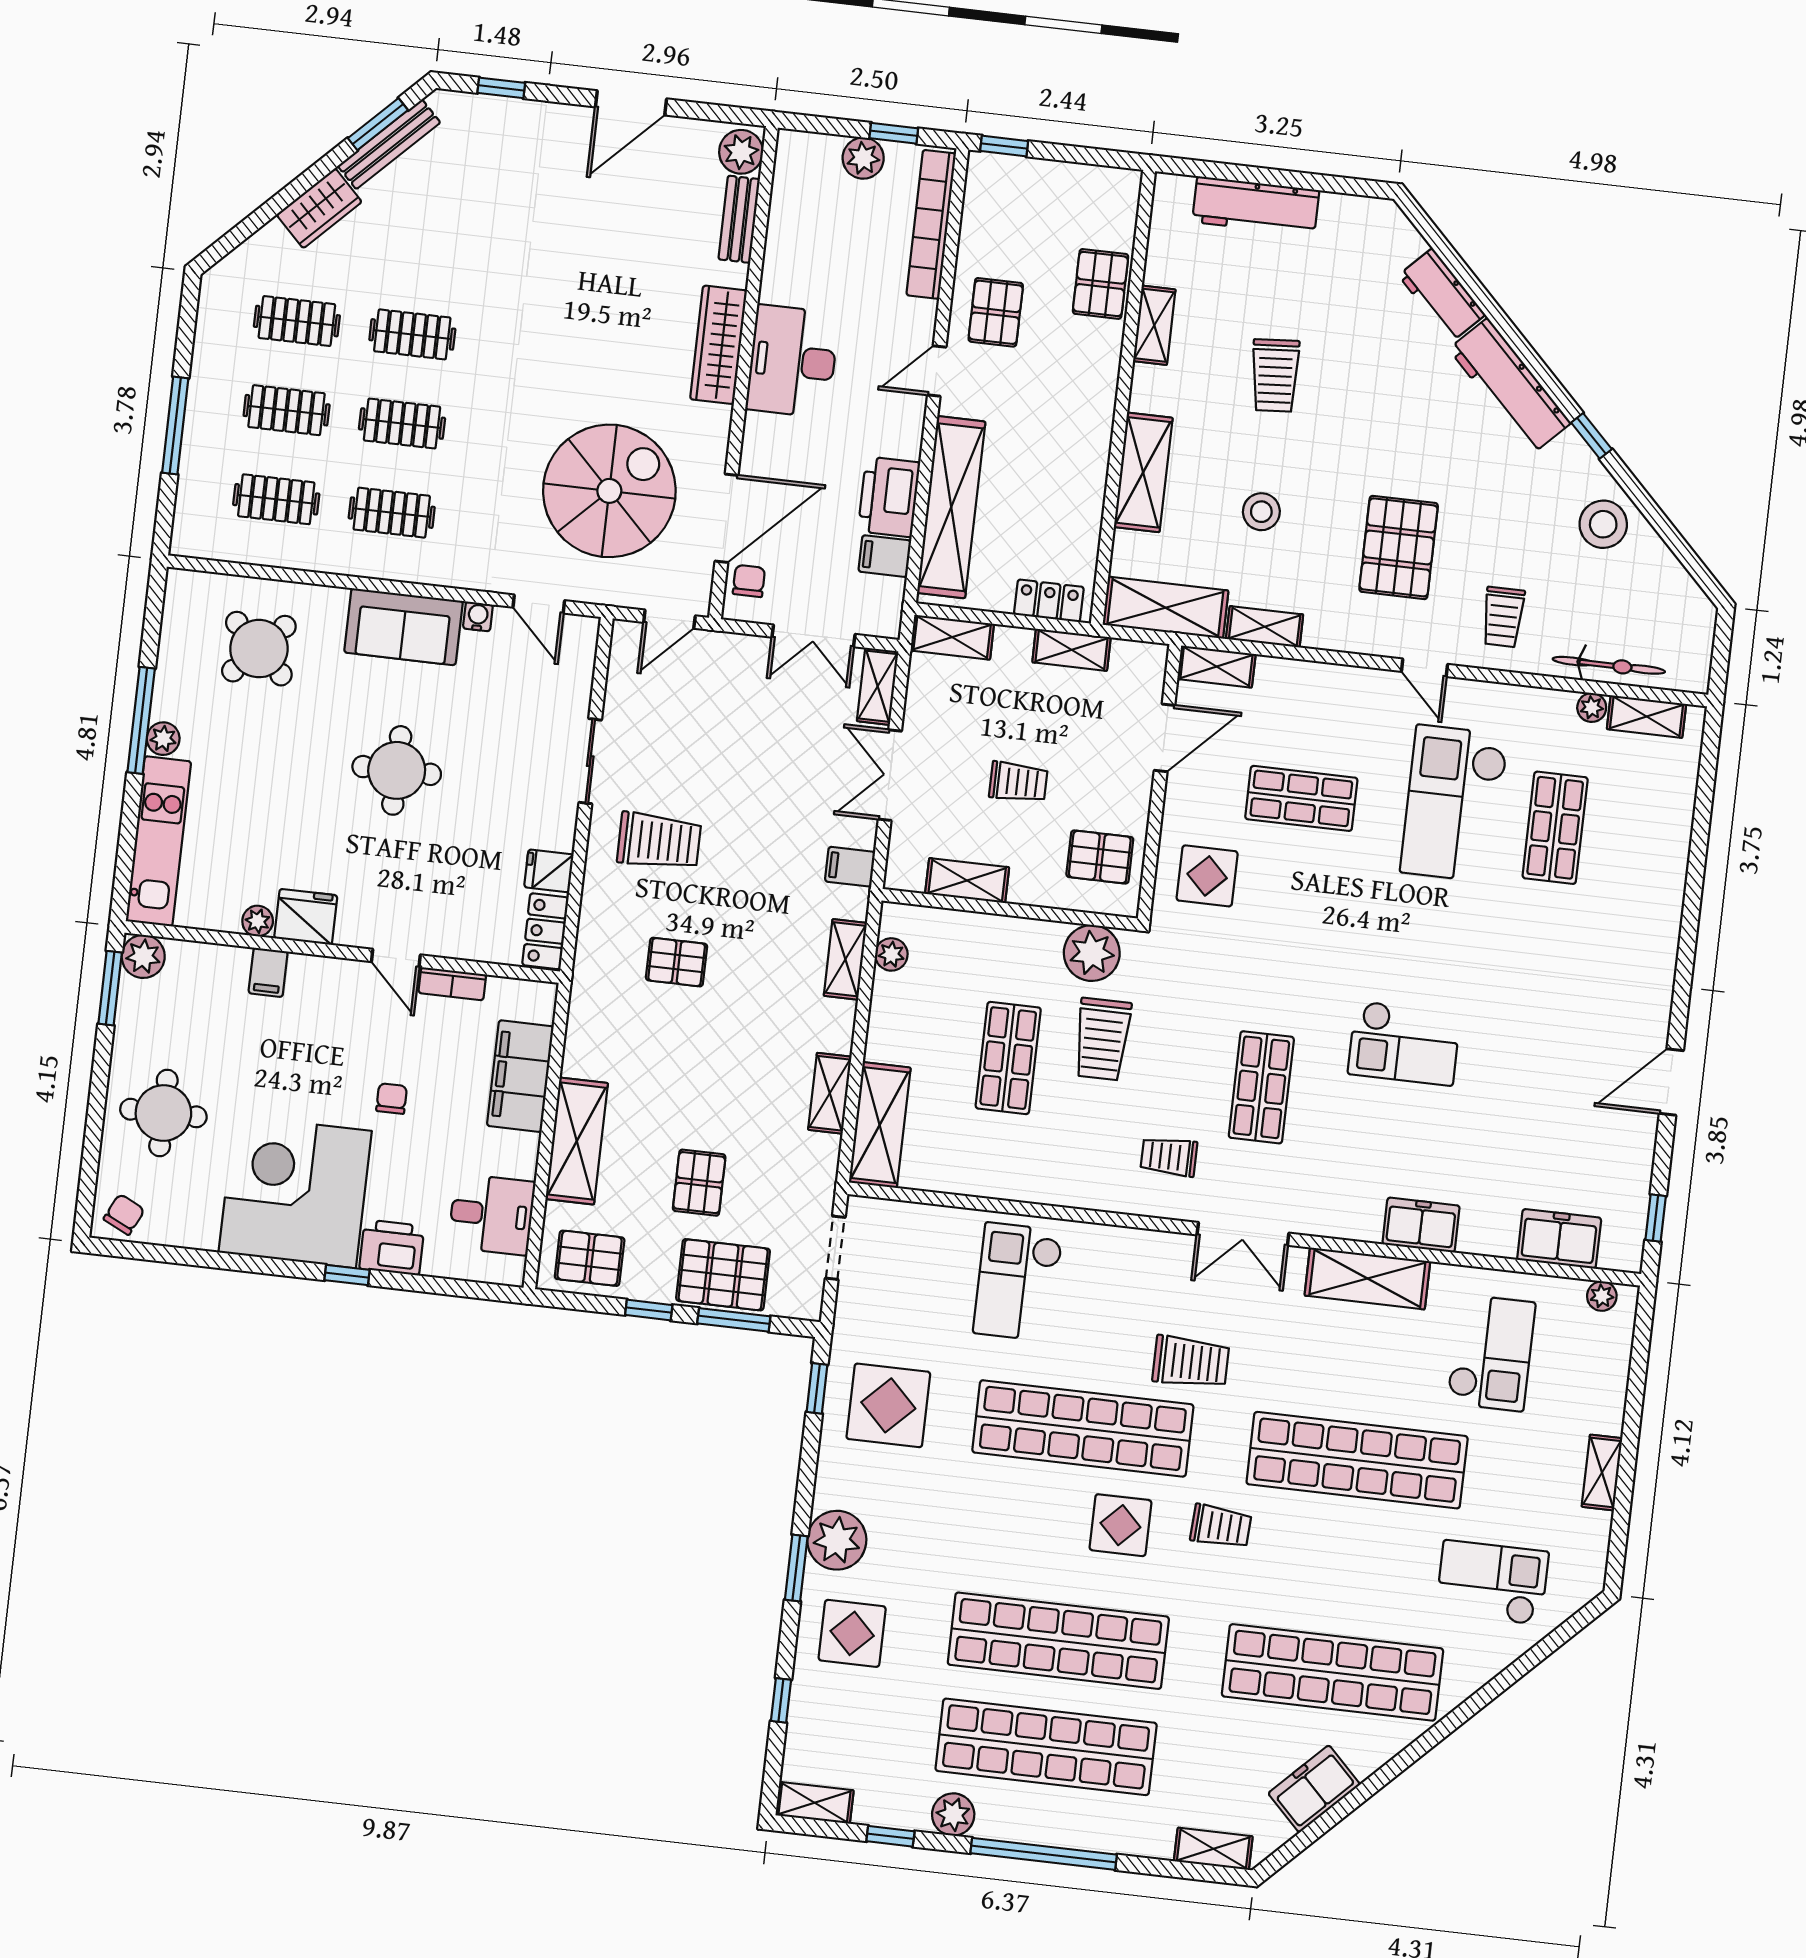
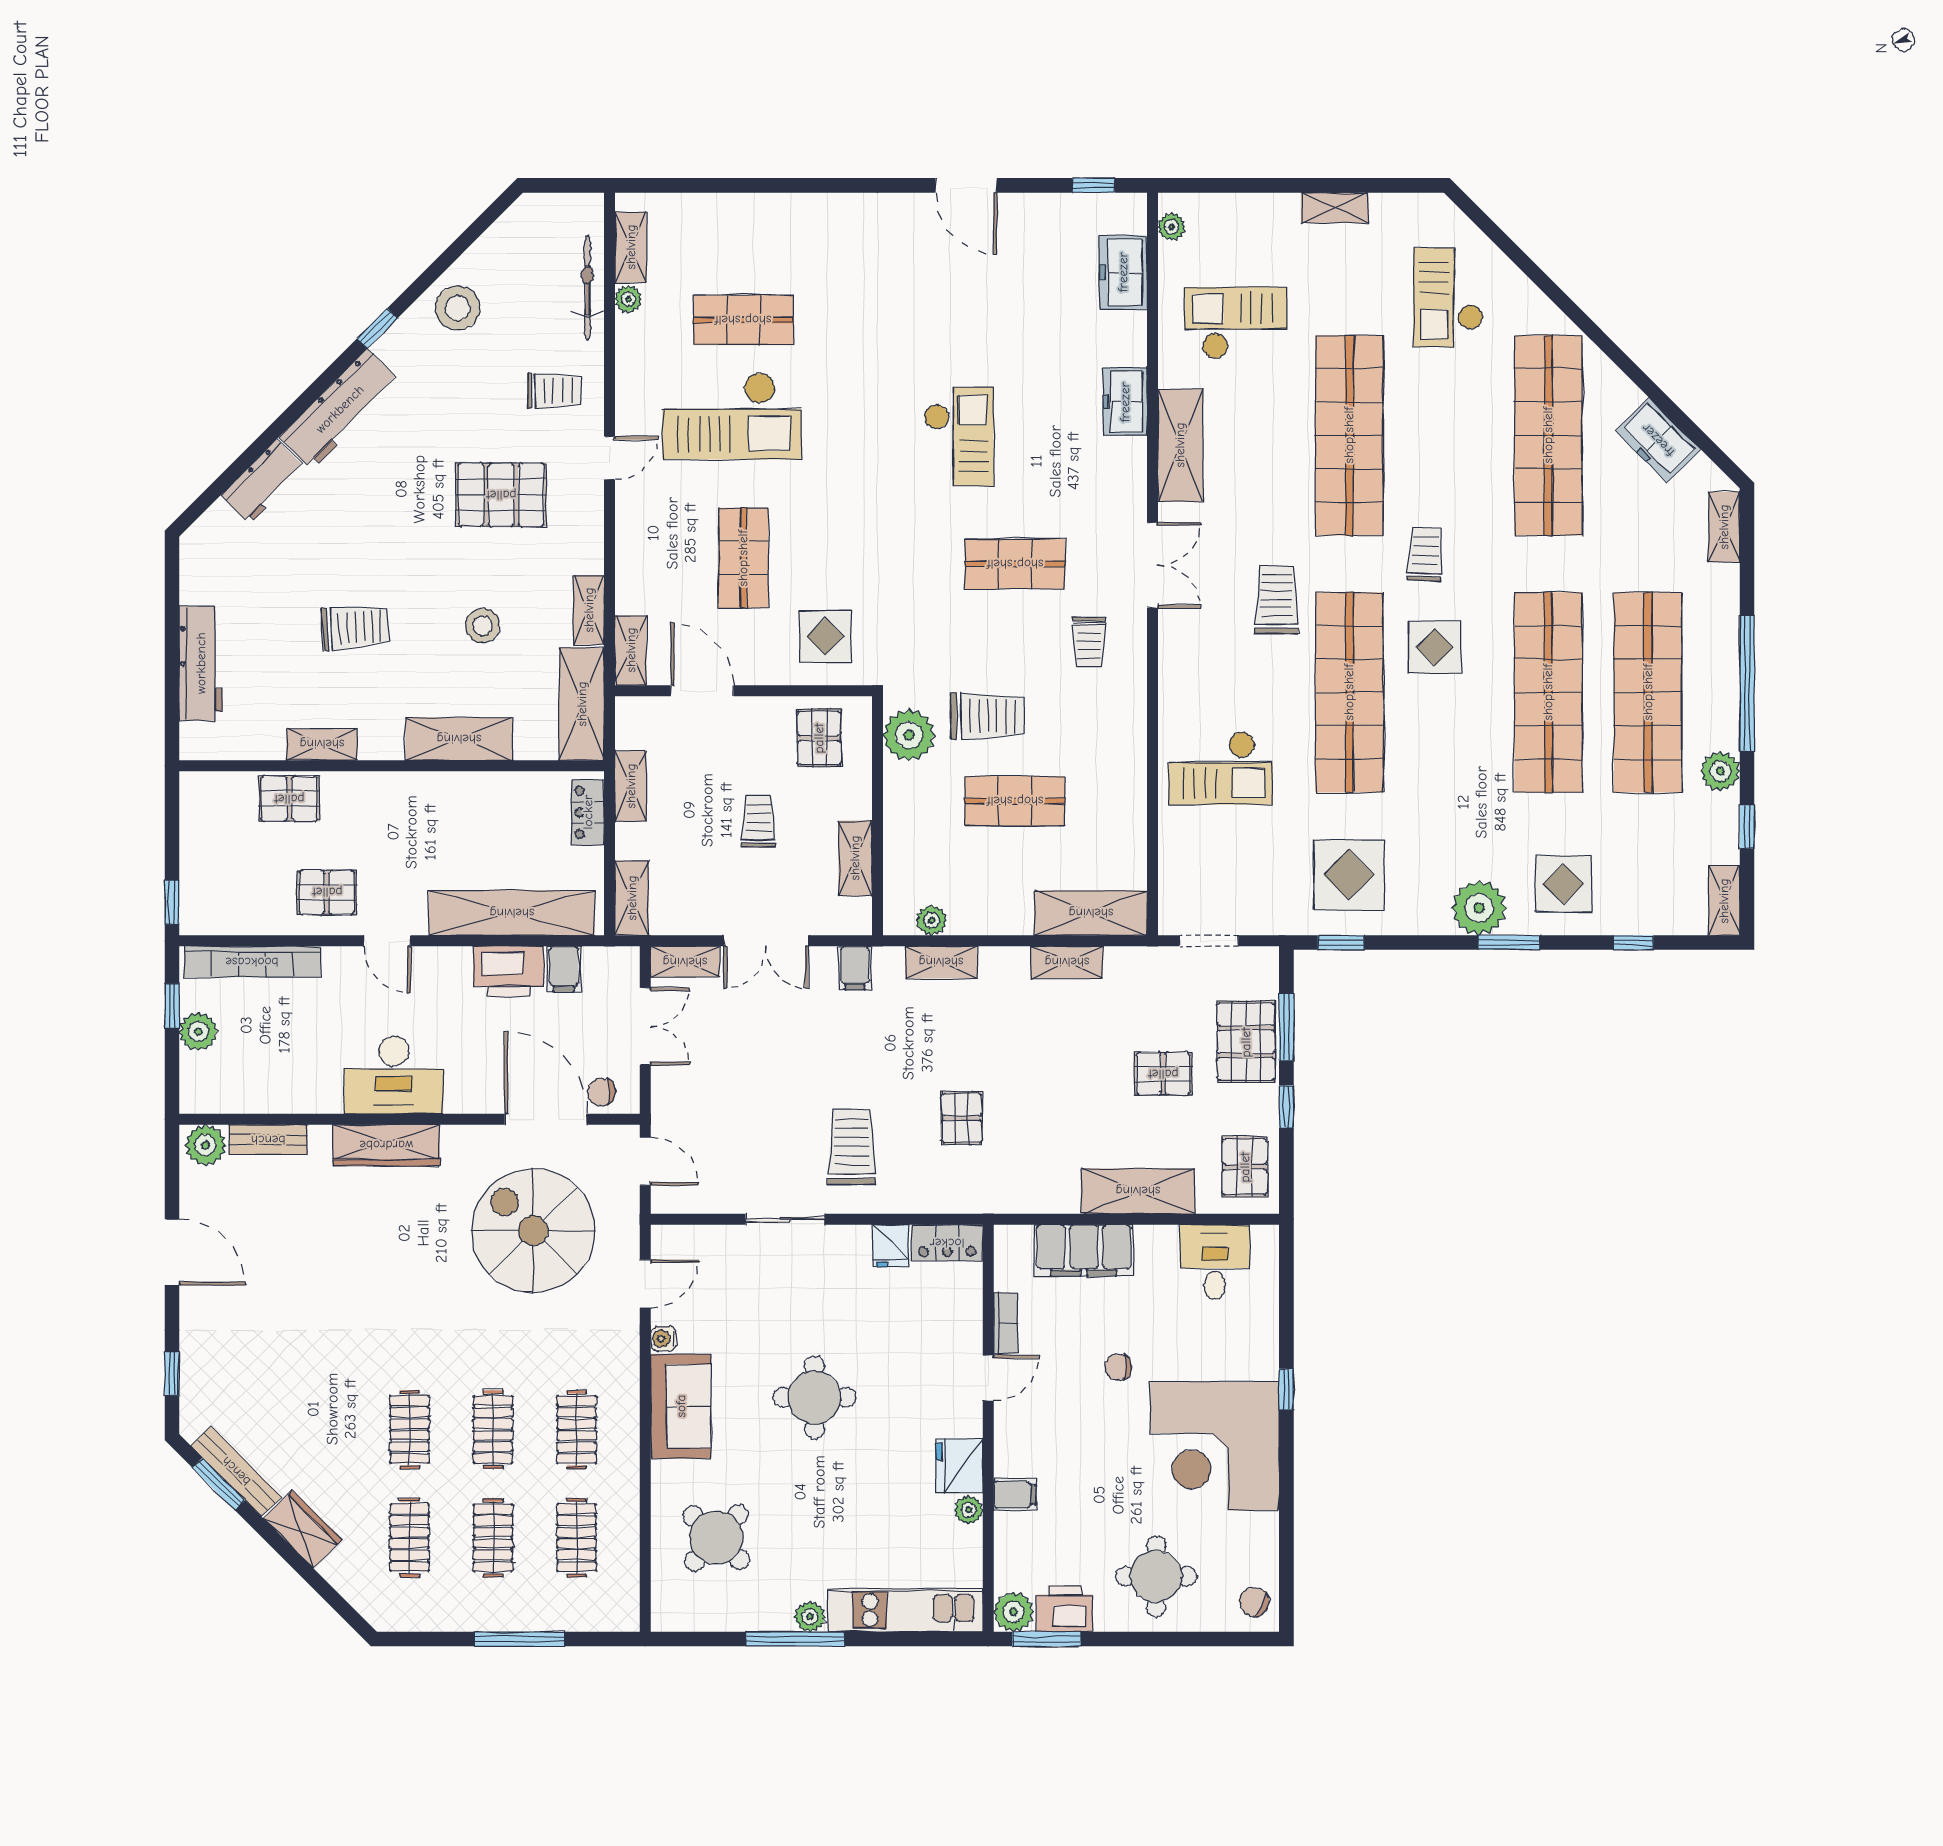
printer: (392, 1247) -> (1064, 1609), moved, turned 90

